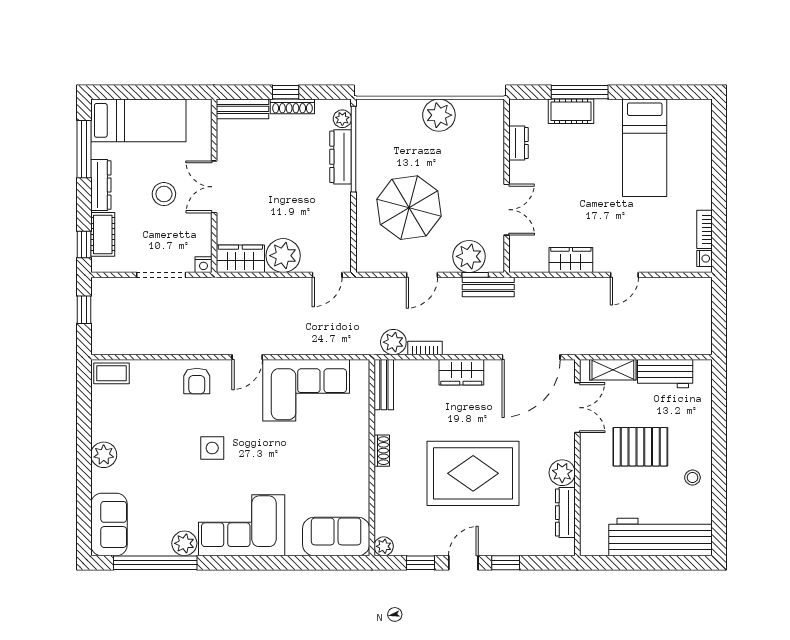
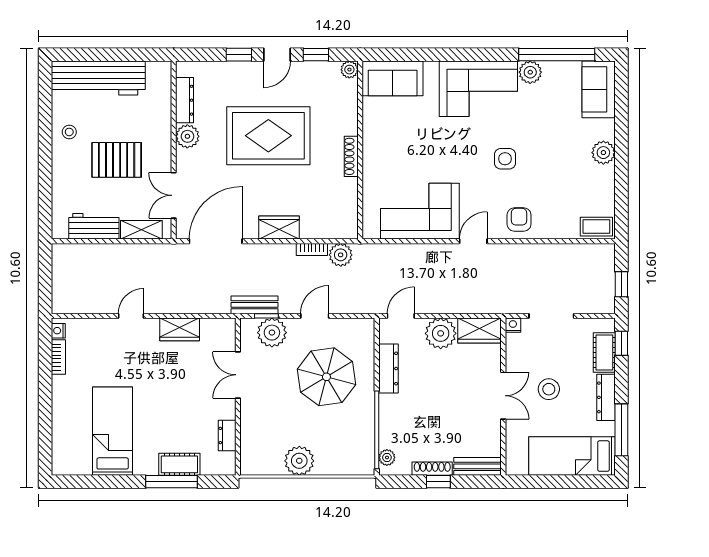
dresser: (341, 157) -> (389, 368), moved
bench: (384, 385) -> (349, 216), removed
shoe rack: (382, 451) -> (351, 156), width x1.43

